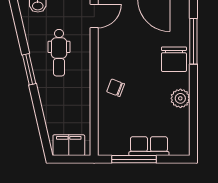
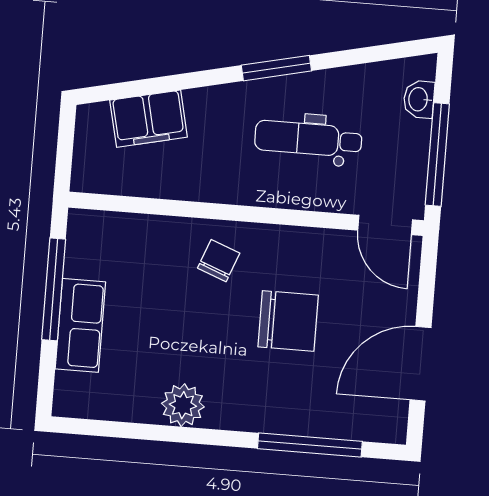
chair: (174, 59) -> (288, 321), moved, turned 180
filing cabinet: (69, 145) -> (149, 119), moved, turned 77

